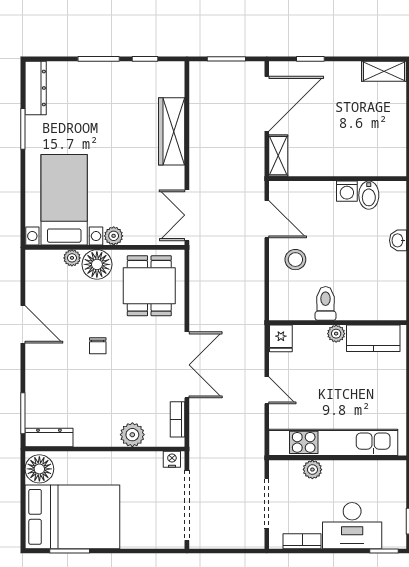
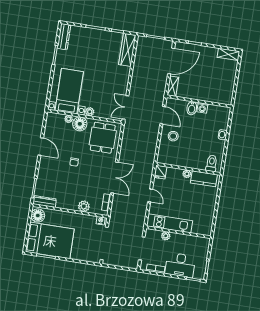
wardrobe: (172, 131) -> (127, 50), moved
bidet: (369, 195) -> (192, 108), moved
toilet: (326, 303) -> (212, 163), moved
kitchen unit: (333, 442) -> (169, 223), width x0.73

